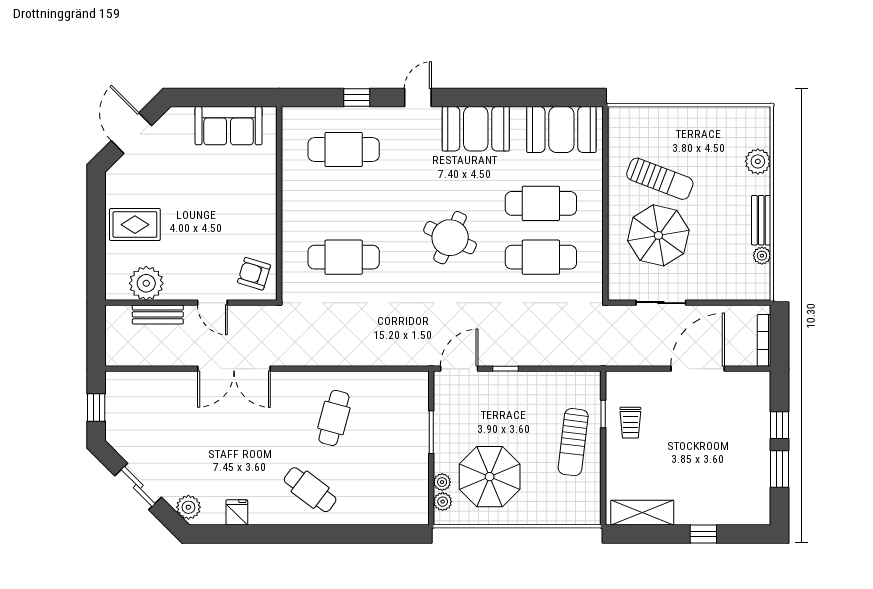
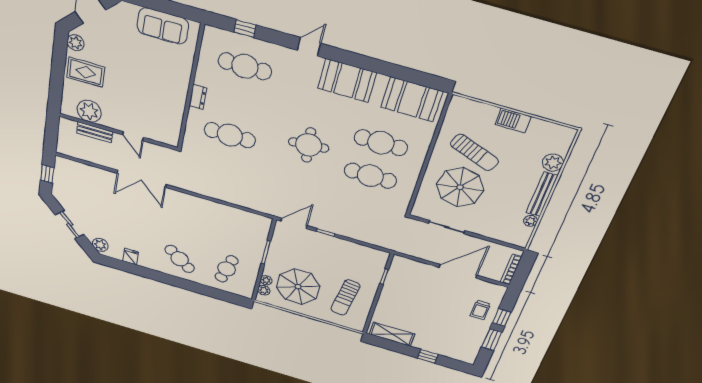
window: (357, 98) -> (245, 29), moved
barbecue: (691, 119) -> (513, 121), added
plant: (117, 185) -> (76, 43), added
dresser: (291, 213) -> (198, 97), added
bench: (761, 220) -> (542, 194), width x1.36
round table: (450, 238) -> (309, 145), turned -30
armchair: (254, 274) -> (165, 127), removed
cafe table: (334, 418) -> (227, 269), moved
trolley: (630, 423) -> (480, 310), moved
sun lounger: (573, 442) -> (345, 298), moved

